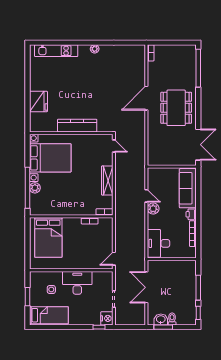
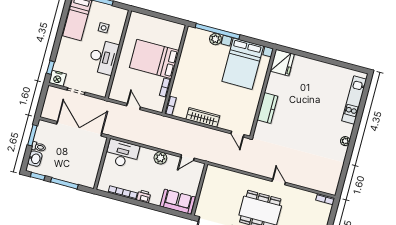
door: (146, 98) -> (279, 182), width x0.53
fridge: (38, 102) -> (282, 63), moved, turned -90
kitchen counter: (77, 126) -> (267, 108), width x0.67
door: (114, 146) -> (237, 134), hinge flipped
sofa: (188, 188) -> (178, 202), width x0.73
door: (146, 196) -> (188, 158), moved
bed: (48, 237) -> (154, 59), moved
door: (114, 259) -> (134, 106), moved
double door: (146, 287) -> (79, 129), width x1.36
washbasin: (161, 320) -> (35, 159), moved

